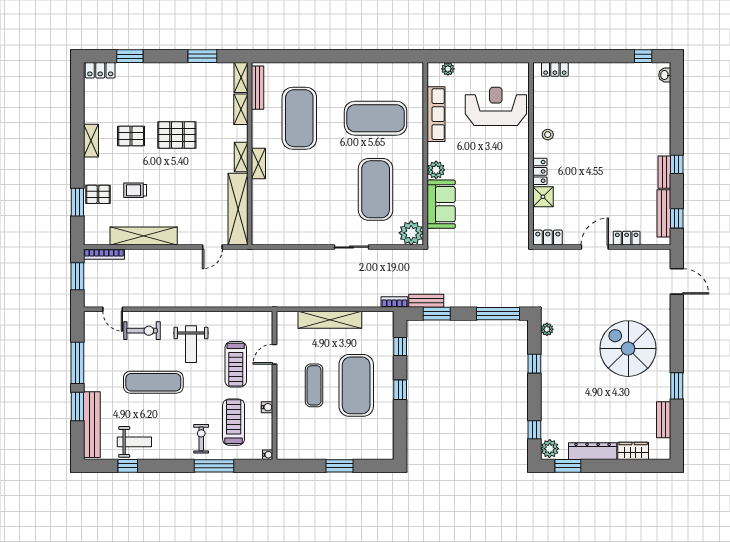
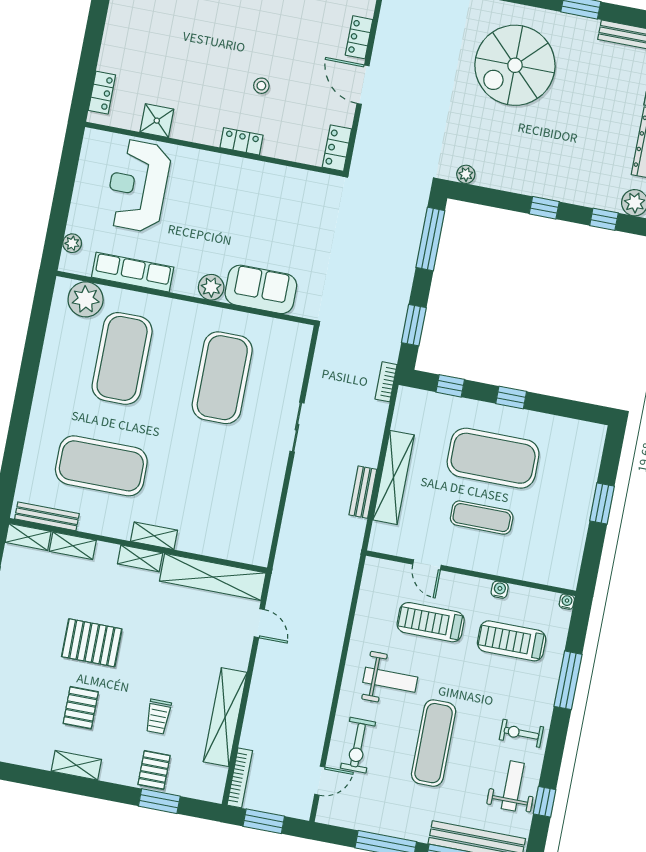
pallet: (177, 135) -> (92, 643), turned 90
stool: (548, 135) -> (261, 86), moved
exercise mat: (376, 189) -> (222, 378), turned 90
shower: (543, 197) -> (157, 121), moved
plant: (411, 233) -> (86, 299), moved
bench: (426, 301) -> (363, 492), moved
exercise bike: (142, 331) -> (358, 745), turned 180
treadmill: (236, 364) -> (431, 622), turned 180
window: (534, 364) -> (544, 208), moved
exercise bike: (201, 439) -> (521, 733), moved

